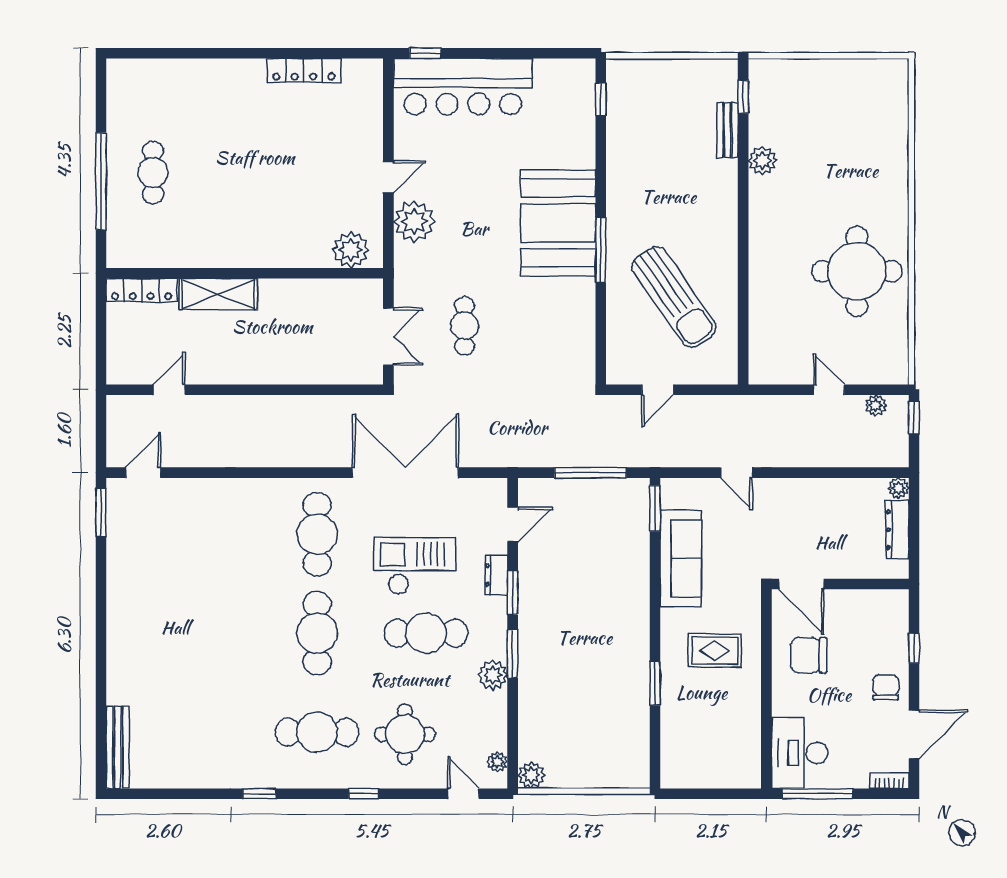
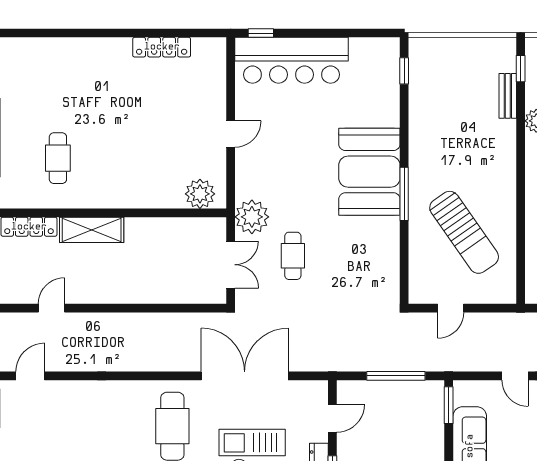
cafe table: (153, 173) -> (58, 158), moved
plant: (414, 221) -> (252, 217), moved

